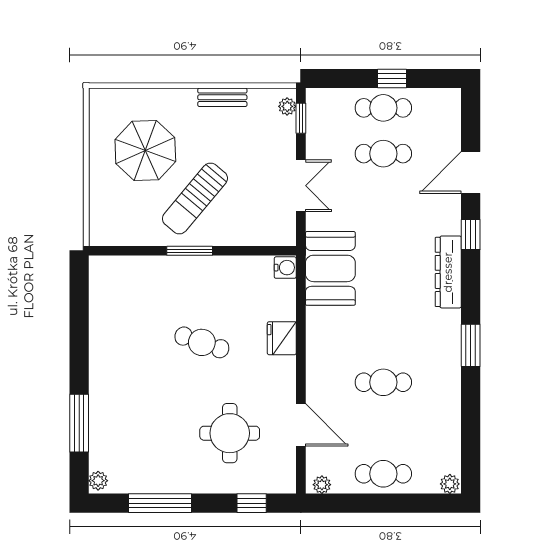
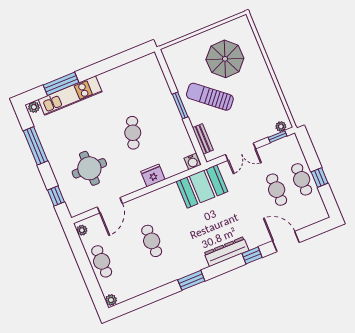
bench: (222, 97) -> (203, 139), moved
kitchen unit: (103, 417) -> (70, 96), added

